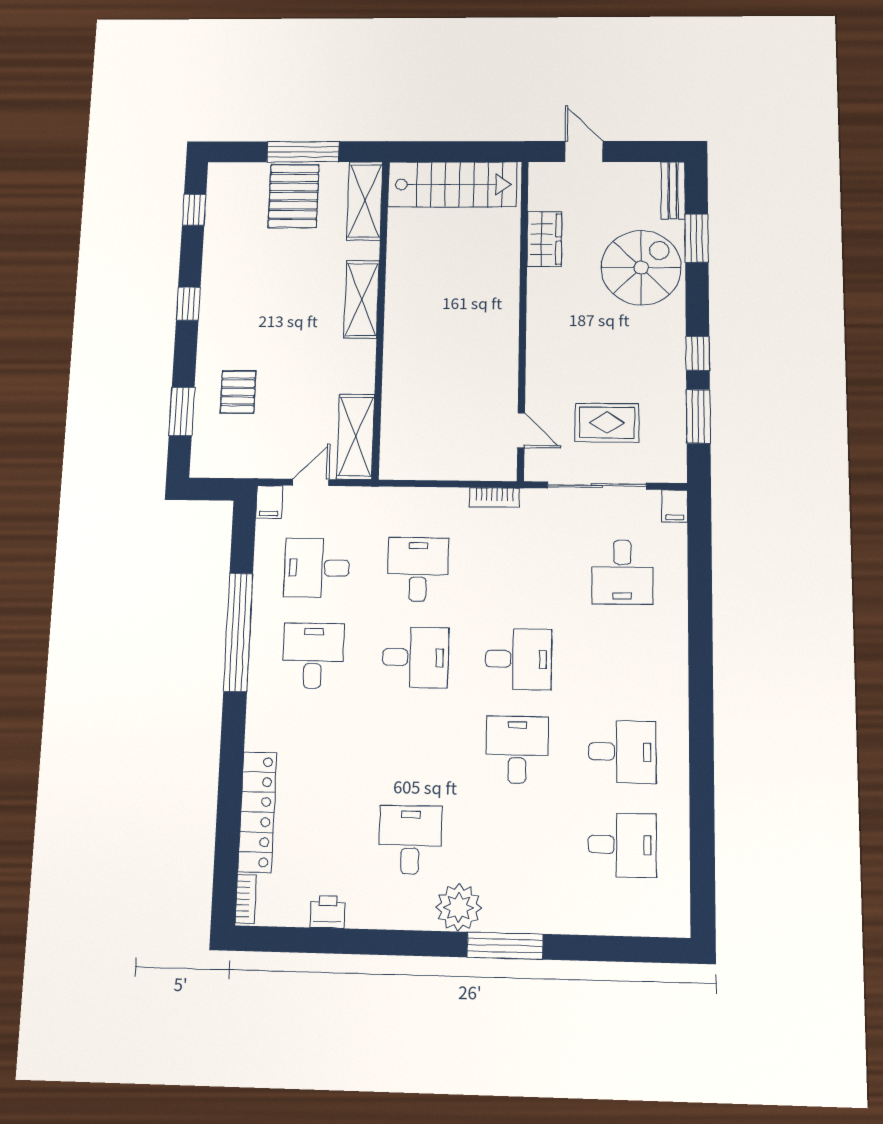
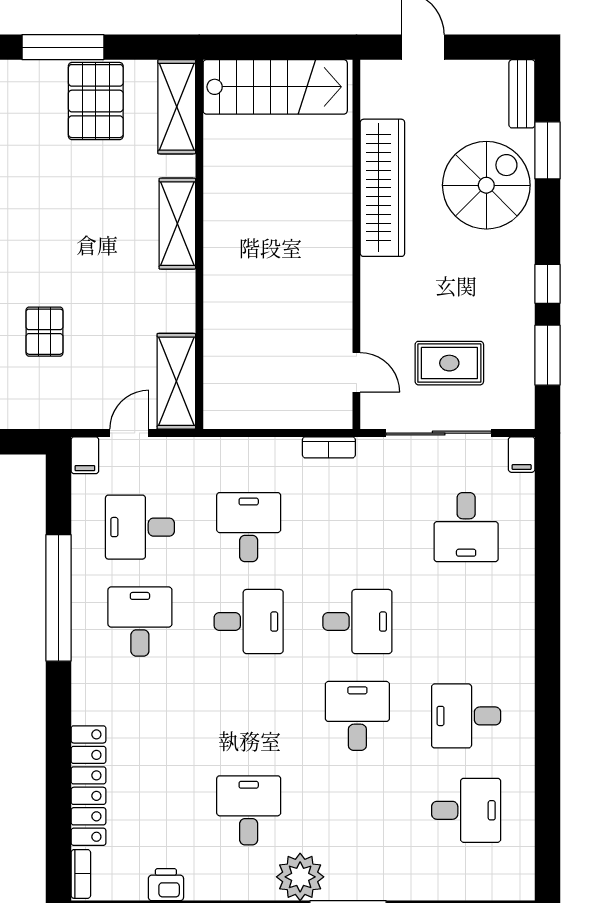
window: (303, 152) -> (63, 47), moved
wardrobe: (544, 239) -> (382, 188), width x2.10, depth x1.17
desk: (622, 752) -> (466, 716), turned 180

